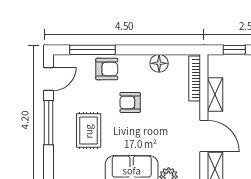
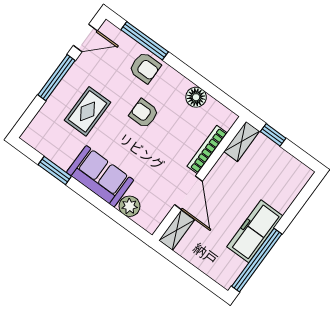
bookcase: (195, 79) -> (207, 150), moved
shelving: (215, 95) -> (242, 141), moved

